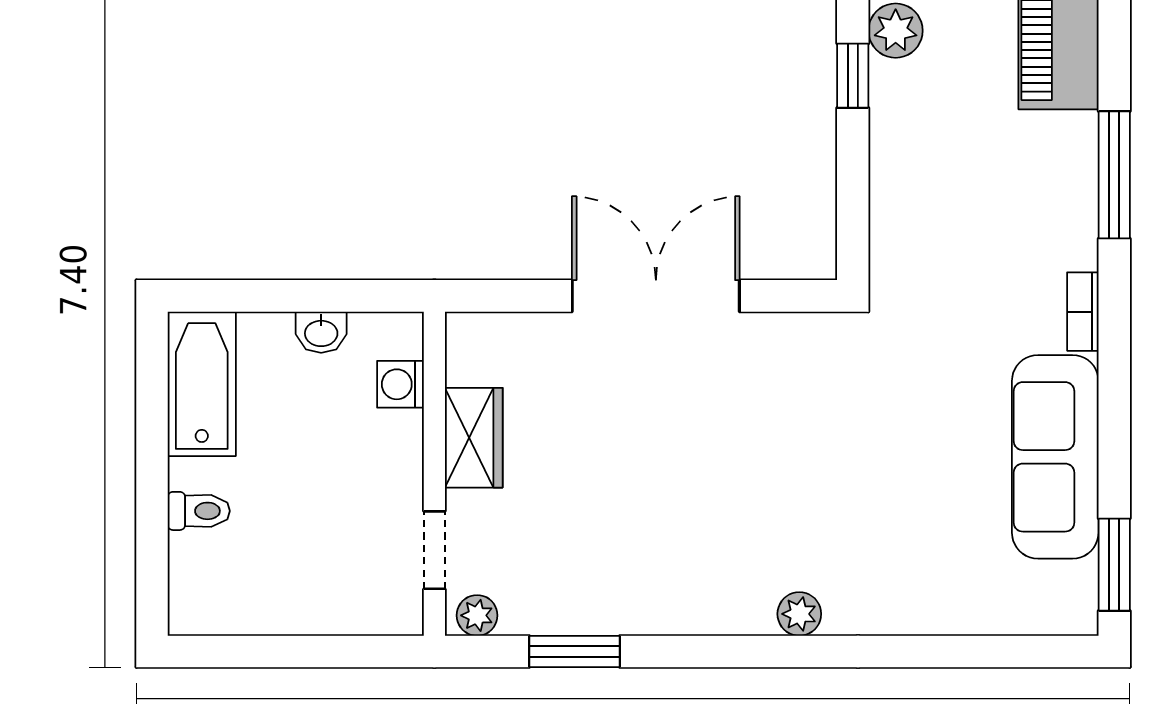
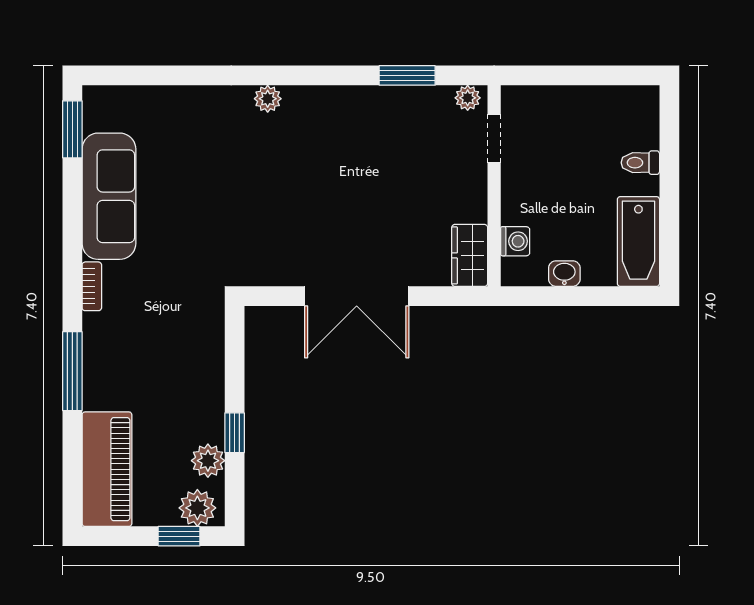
wardrobe: (474, 438) -> (470, 255), moved

